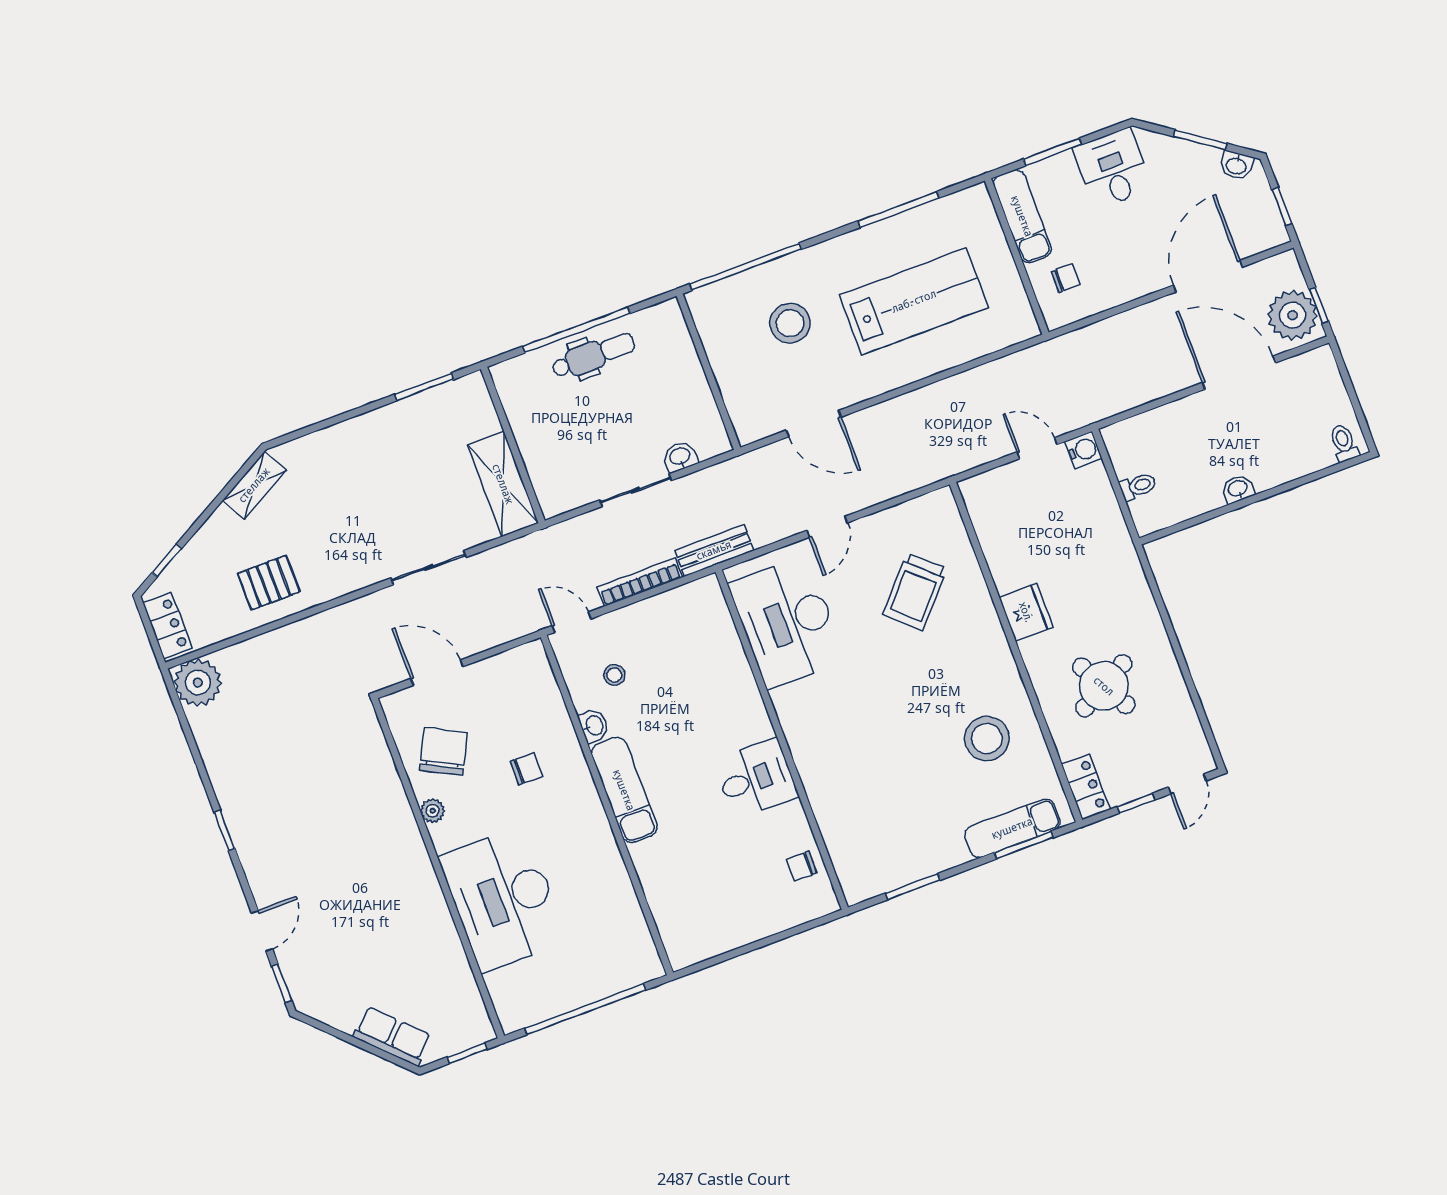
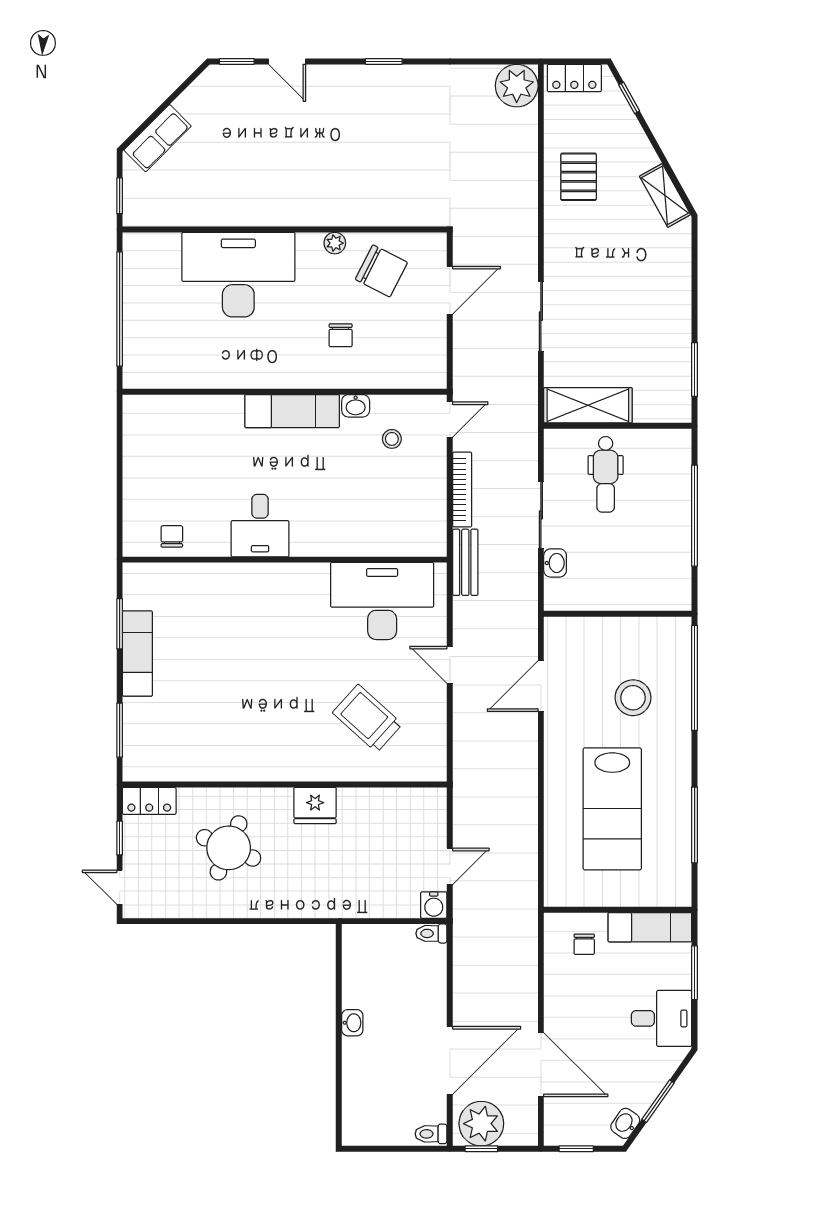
dental chair: (593, 355) -> (606, 474), moved
toilet: (1344, 443) -> (431, 1134), moved, turned 180
toilet: (1138, 486) -> (431, 933), moved, turned 90
round table: (1104, 686) -> (229, 848), turned -38
stool: (987, 739) -> (221, 733), removed
exam couch: (1012, 828) -> (137, 654), moved

